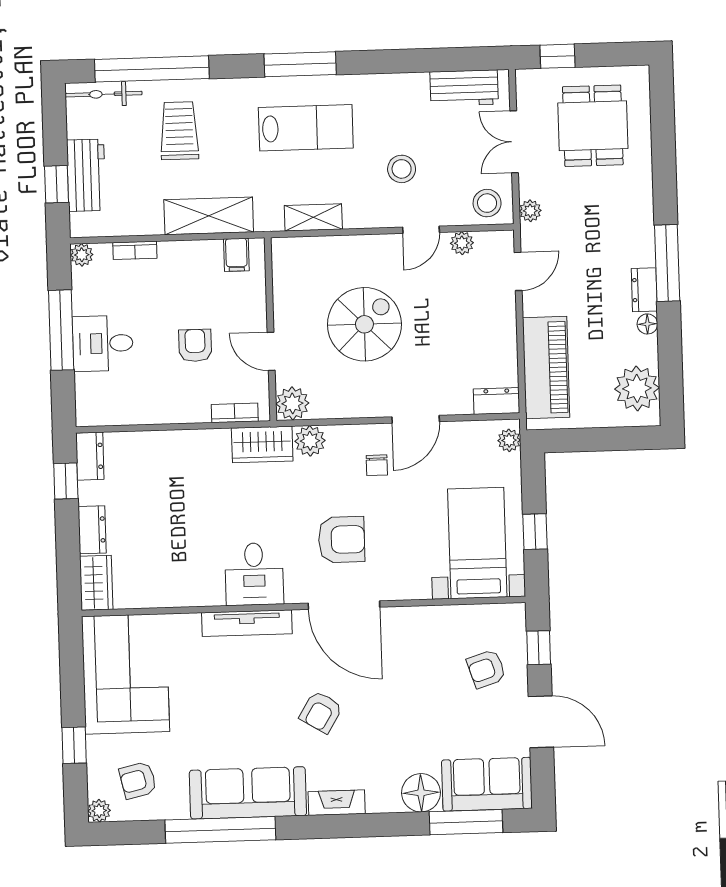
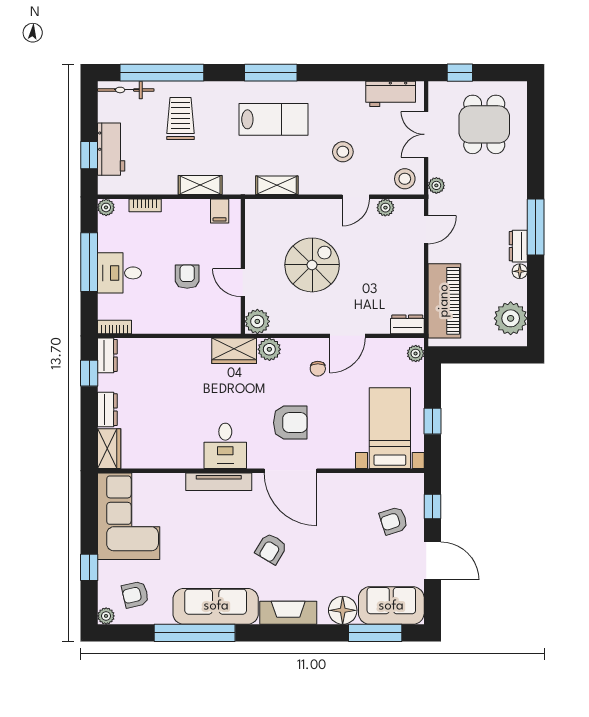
shelving: (209, 216) -> (200, 185), width x0.67, depth x0.75
bookcase: (235, 413) -> (115, 327), moved
fireplace: (337, 803) -> (288, 613), width x1.37, depth x1.32

